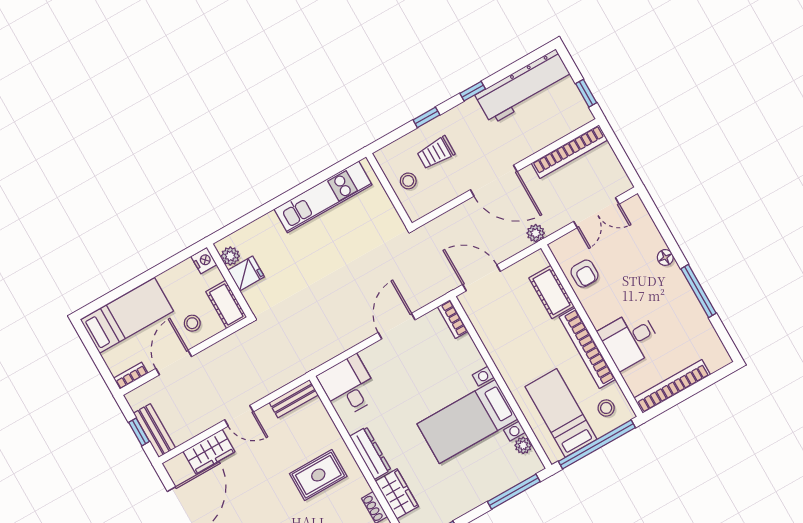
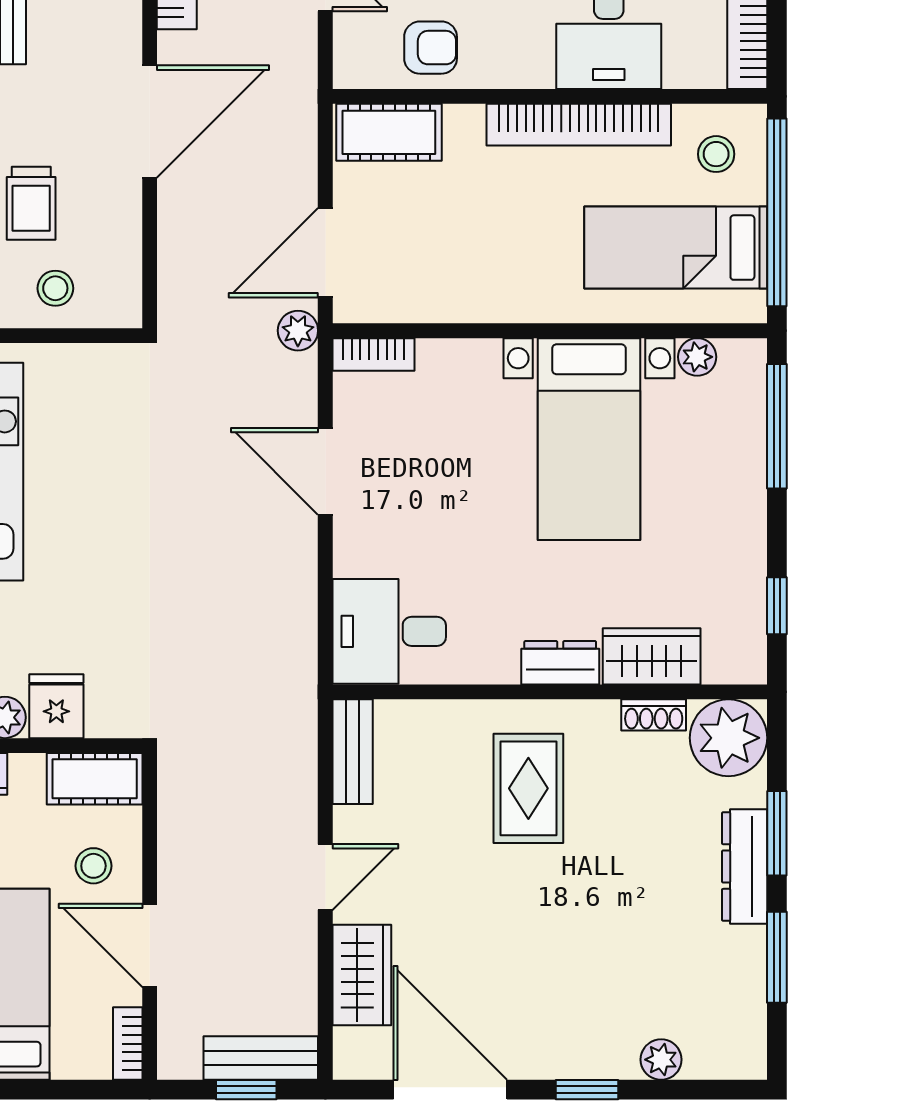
plant: (536, 233) -> (298, 331), moved
cot: (551, 292) -> (389, 132), moved
dresser: (370, 453) -> (560, 663), width x0.70

